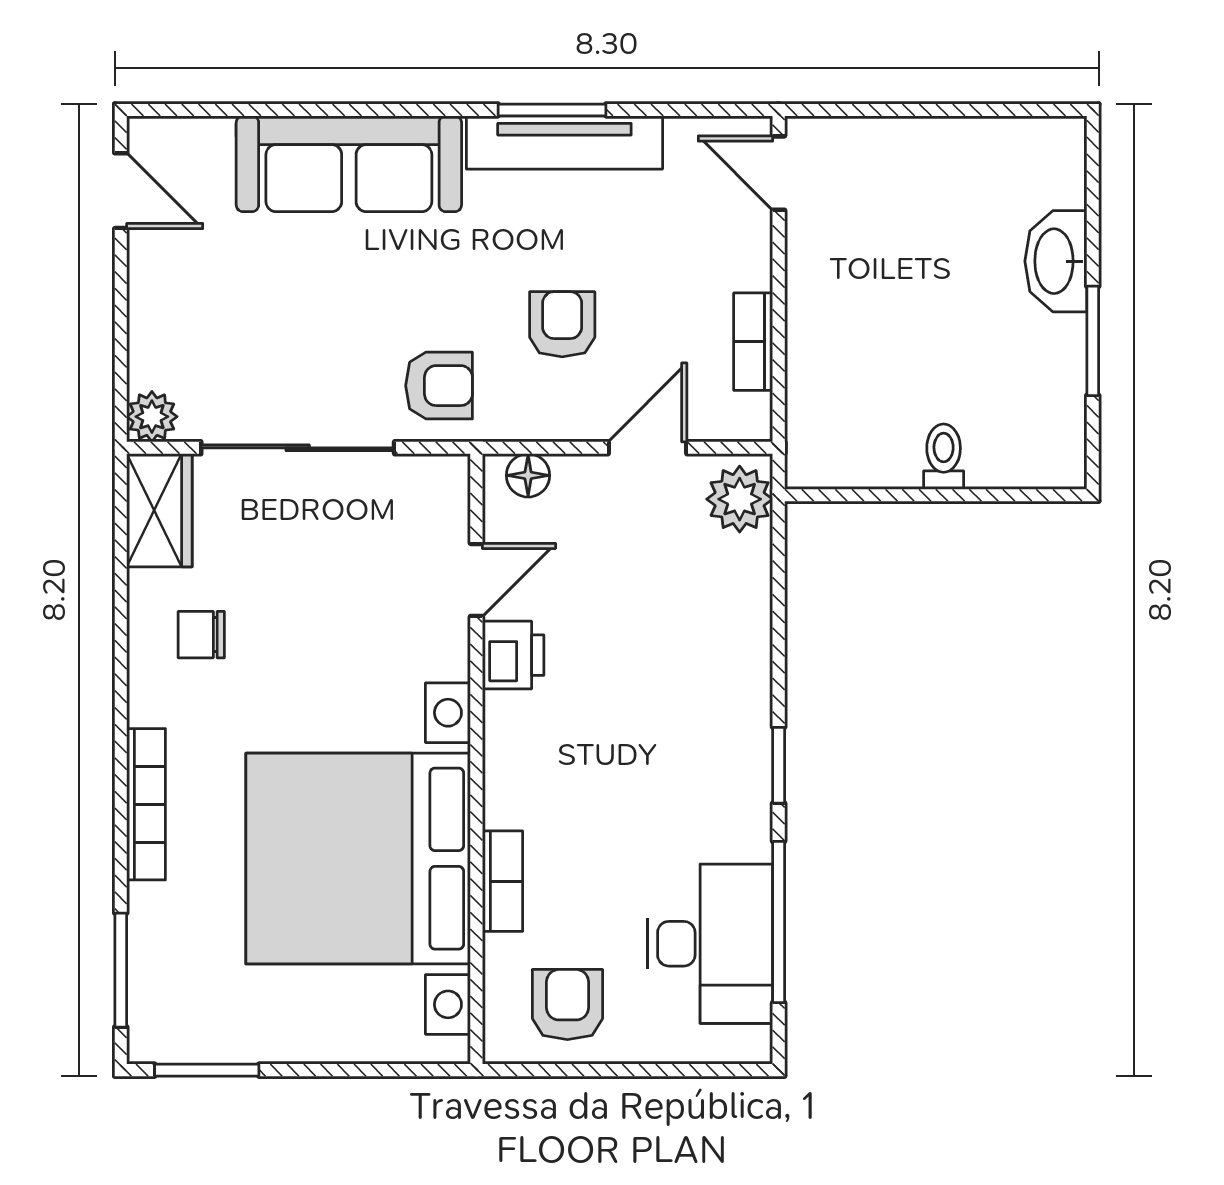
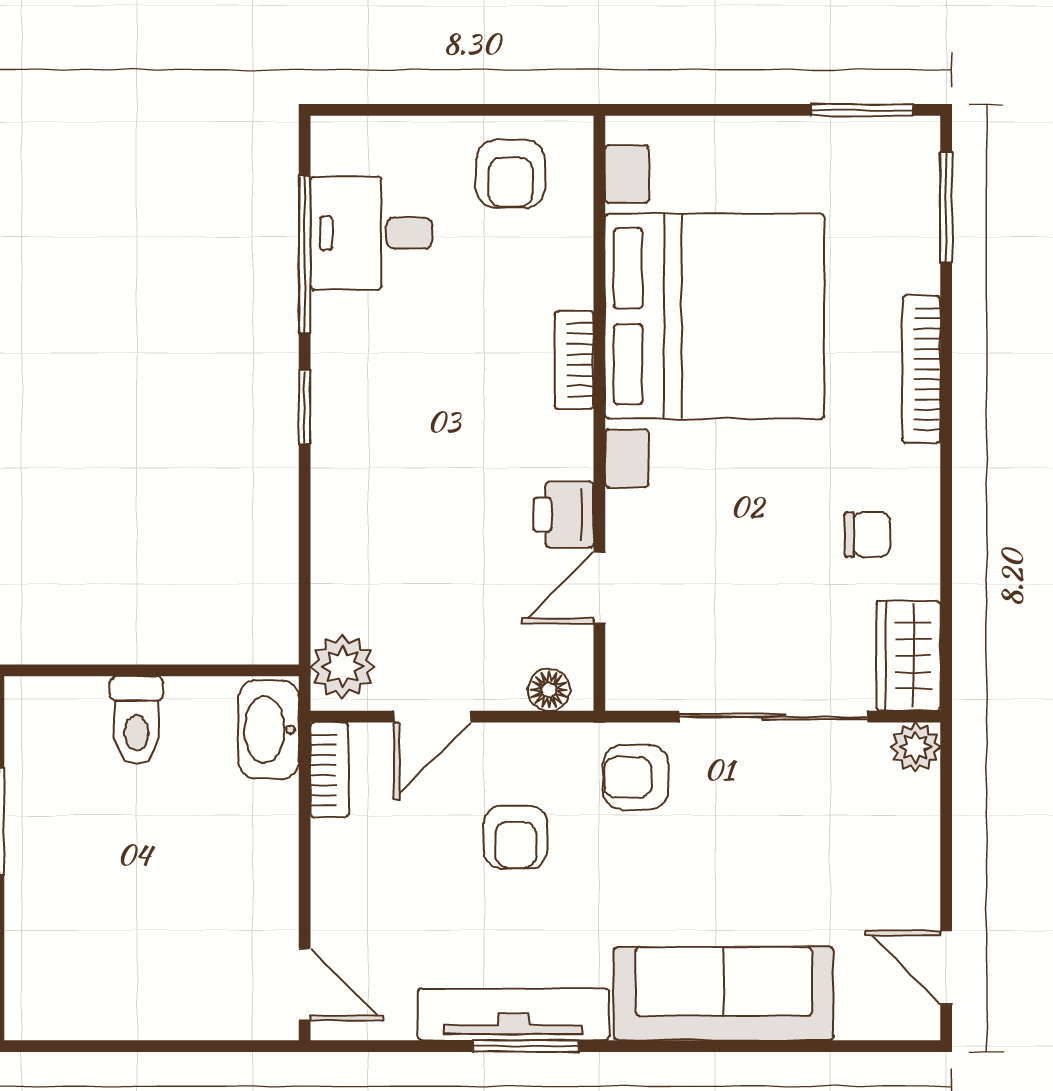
washbasin: (1056, 261) -> (269, 729), moved, turned 180
bookcase: (753, 342) -> (329, 770), moved
toilet: (944, 457) -> (137, 720), width x1.37, depth x1.39
bookcase: (502, 881) -> (574, 360), moved
desk: (710, 944) -> (371, 233), width x0.73

